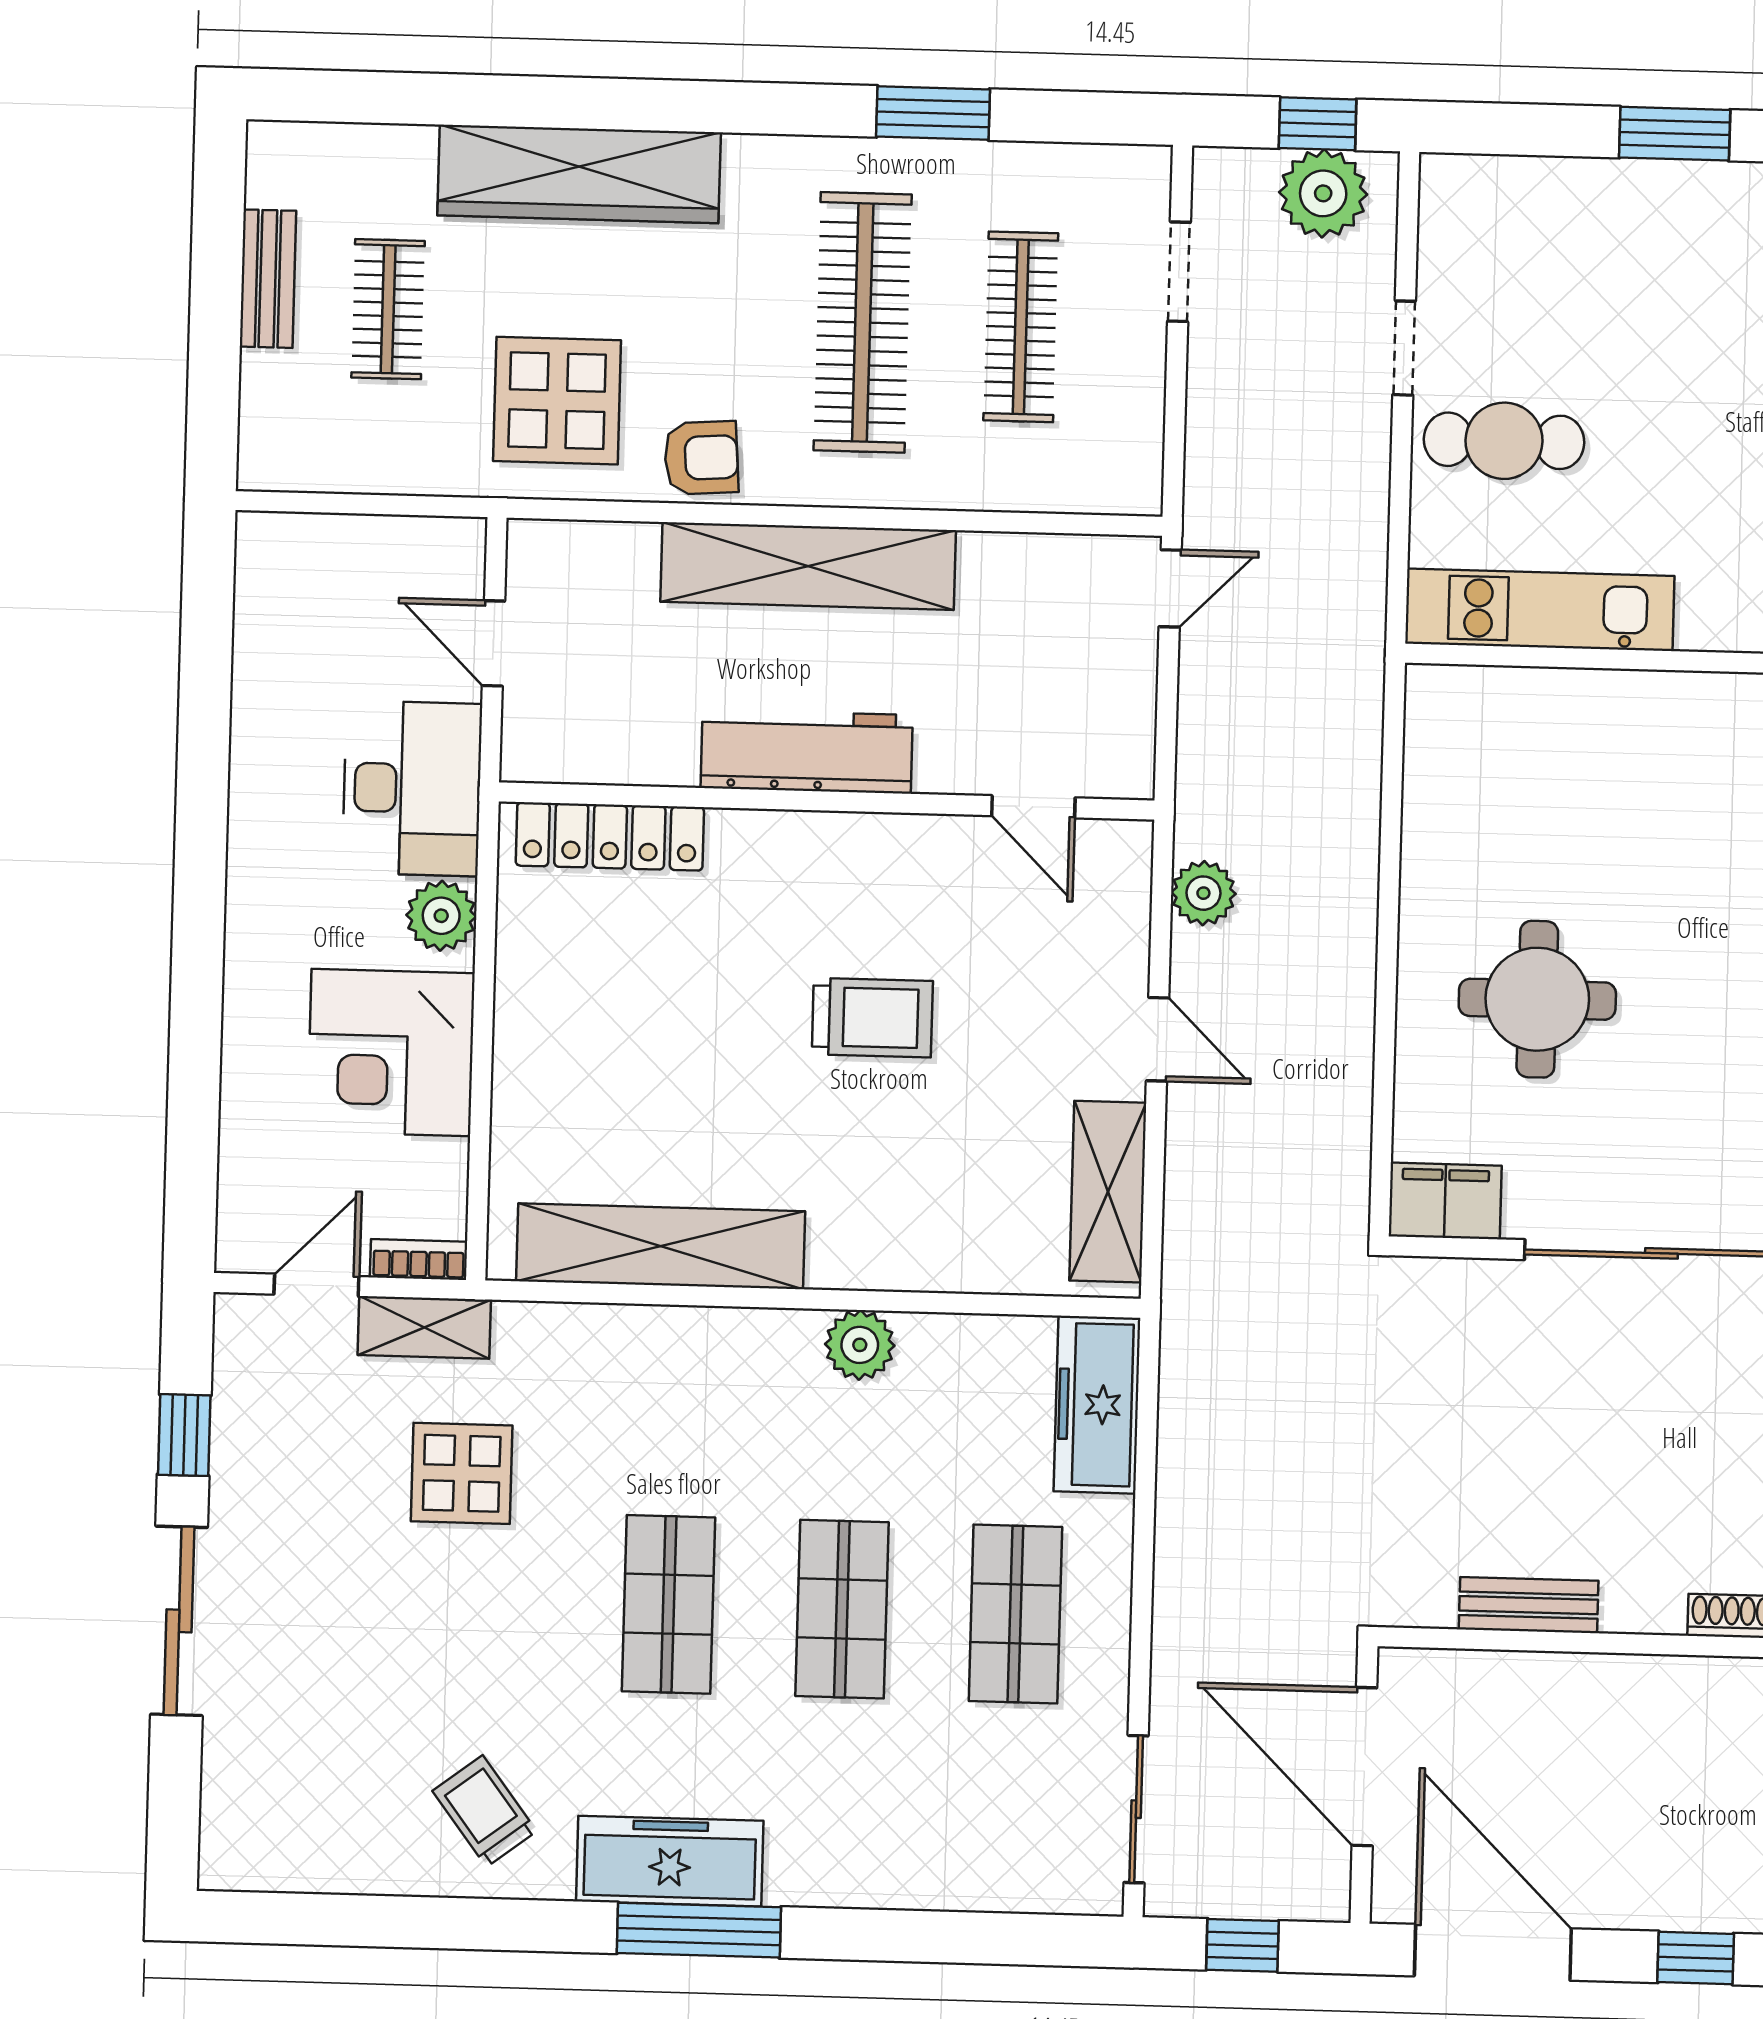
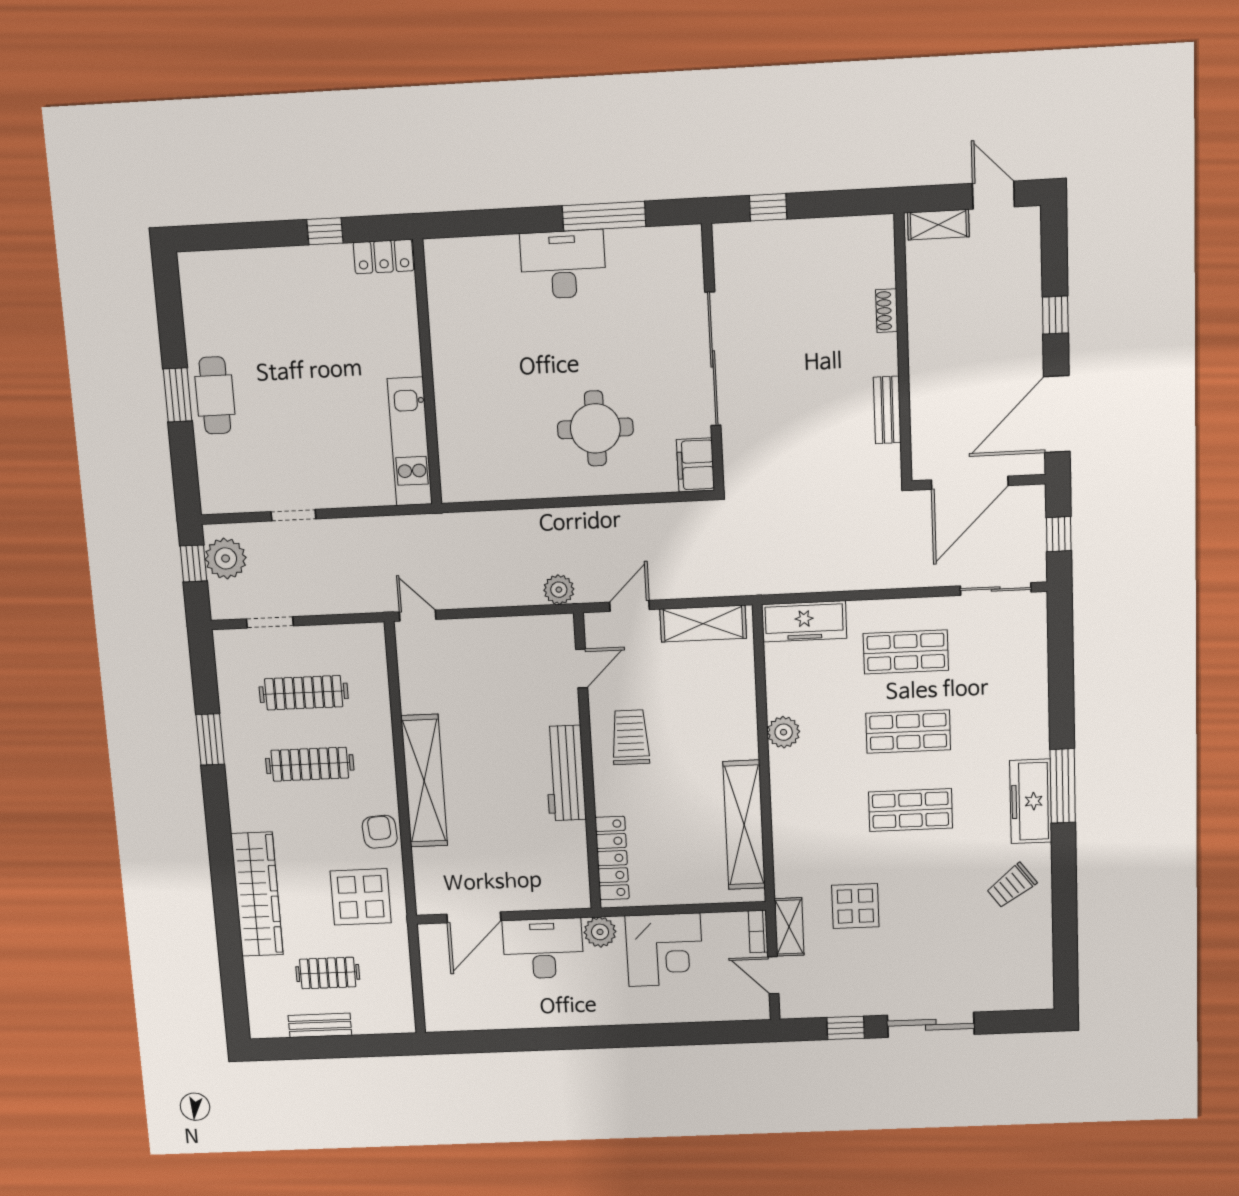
clothes rail: (863, 322) -> (310, 764), width x0.73, depth x0.76
cafe table: (1504, 441) -> (215, 395), moved
door: (493, 643) -> (474, 917), width x1.38
workbench: (807, 751) -> (565, 773), moved
wall: (827, 801) -> (587, 763), moved
door: (1033, 807) -> (582, 668), moved
locker: (610, 836) -> (612, 858), moved

